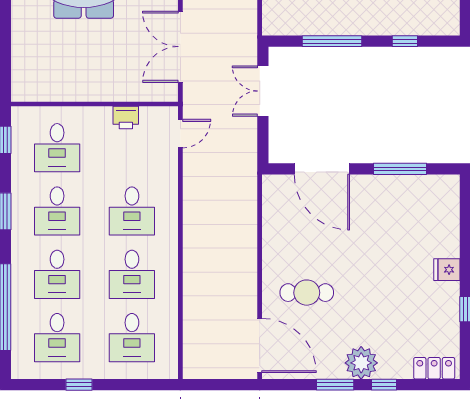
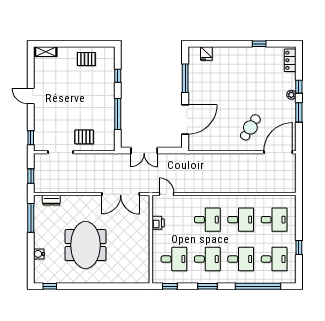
fridge: (447, 270) -> (206, 54), moved
cafe table: (307, 293) -> (250, 127), turned 32
plant: (361, 363) -> (291, 95), width x0.53, depth x0.53

